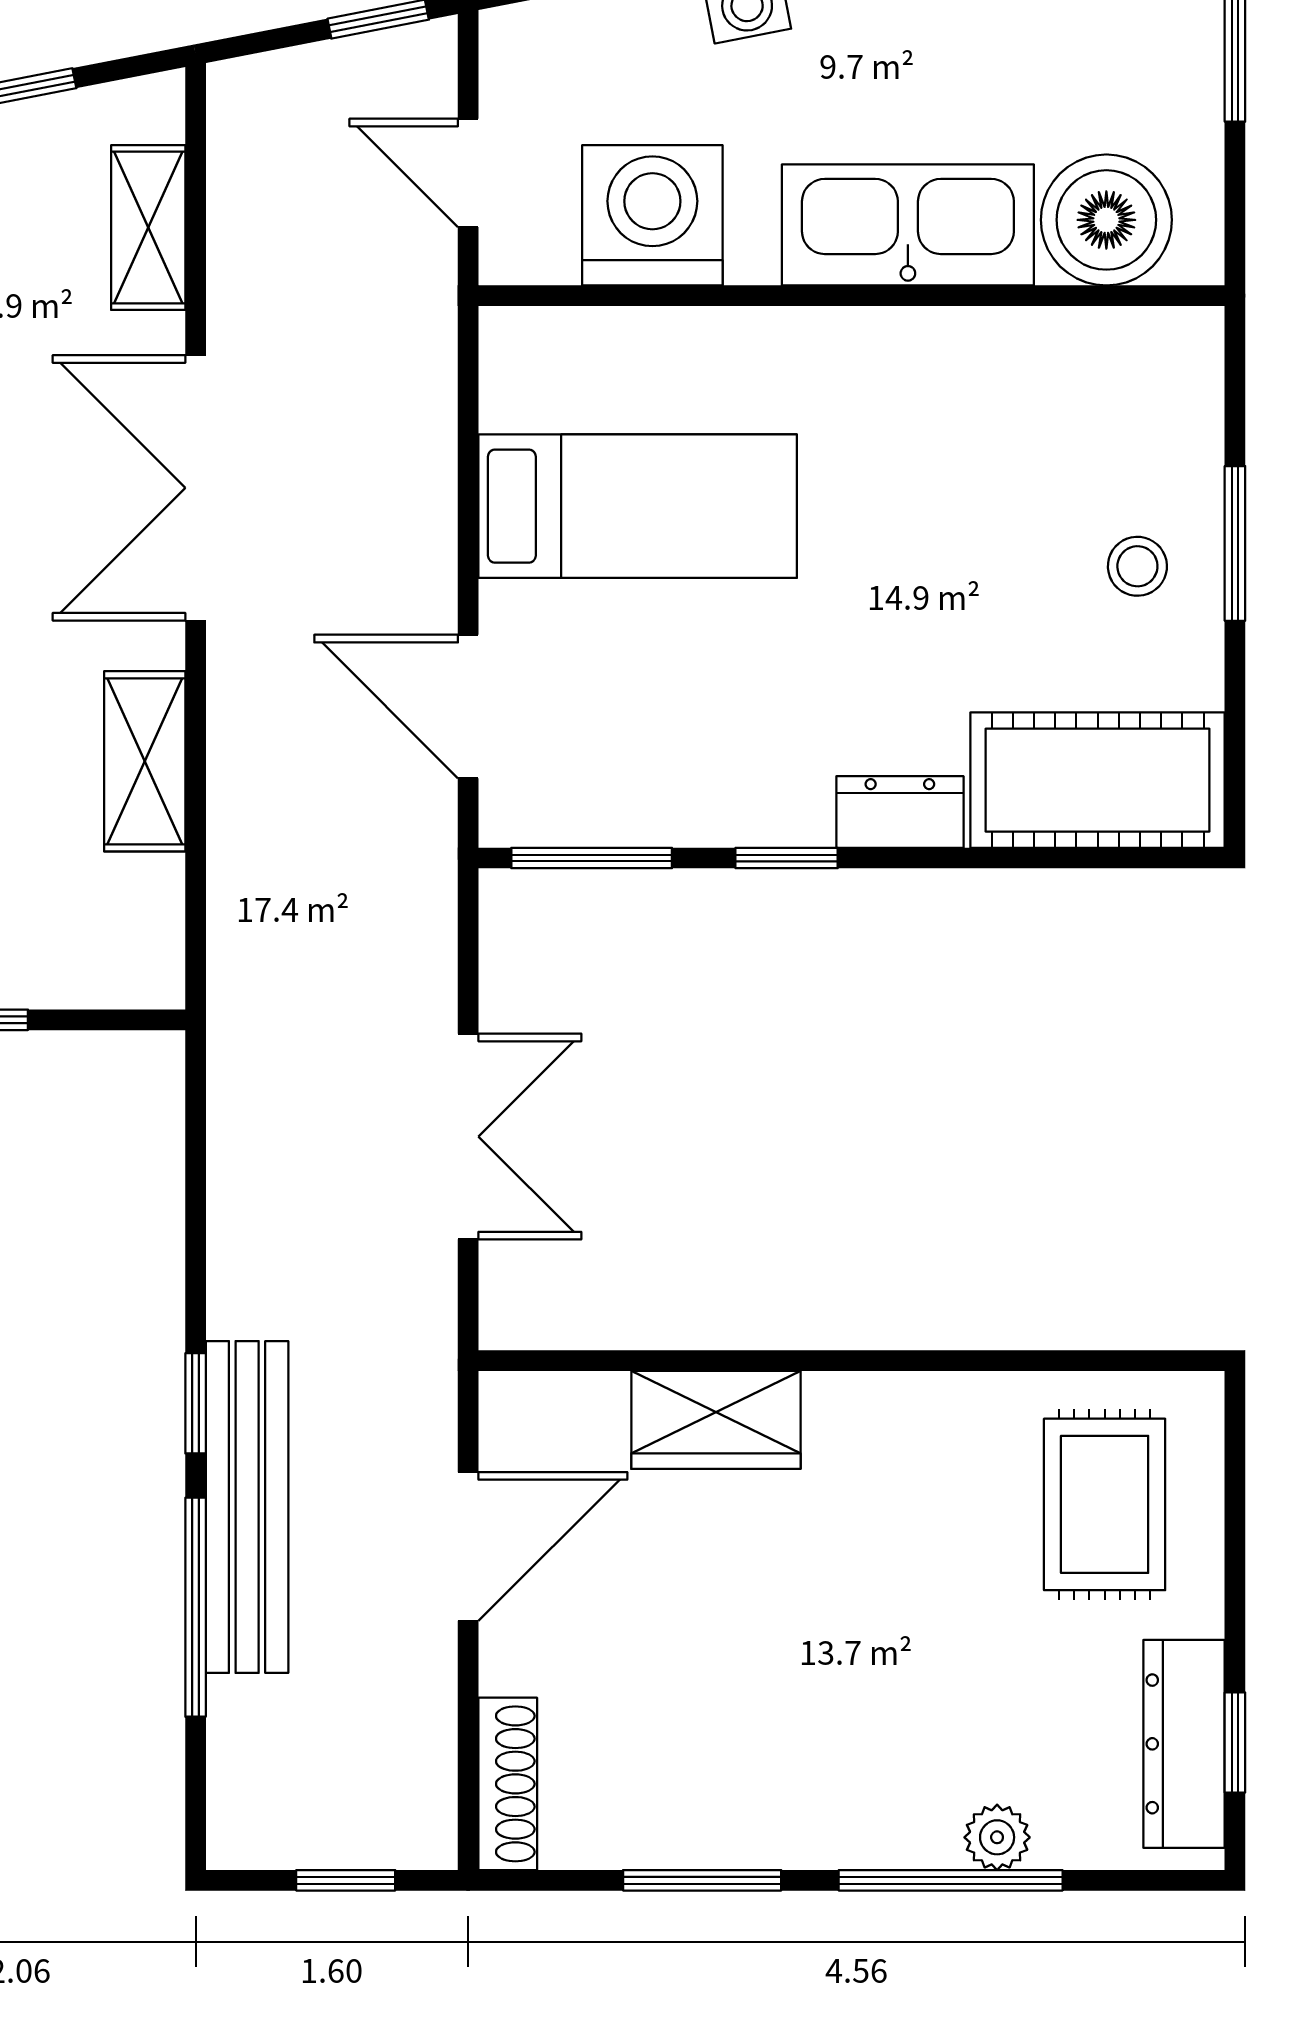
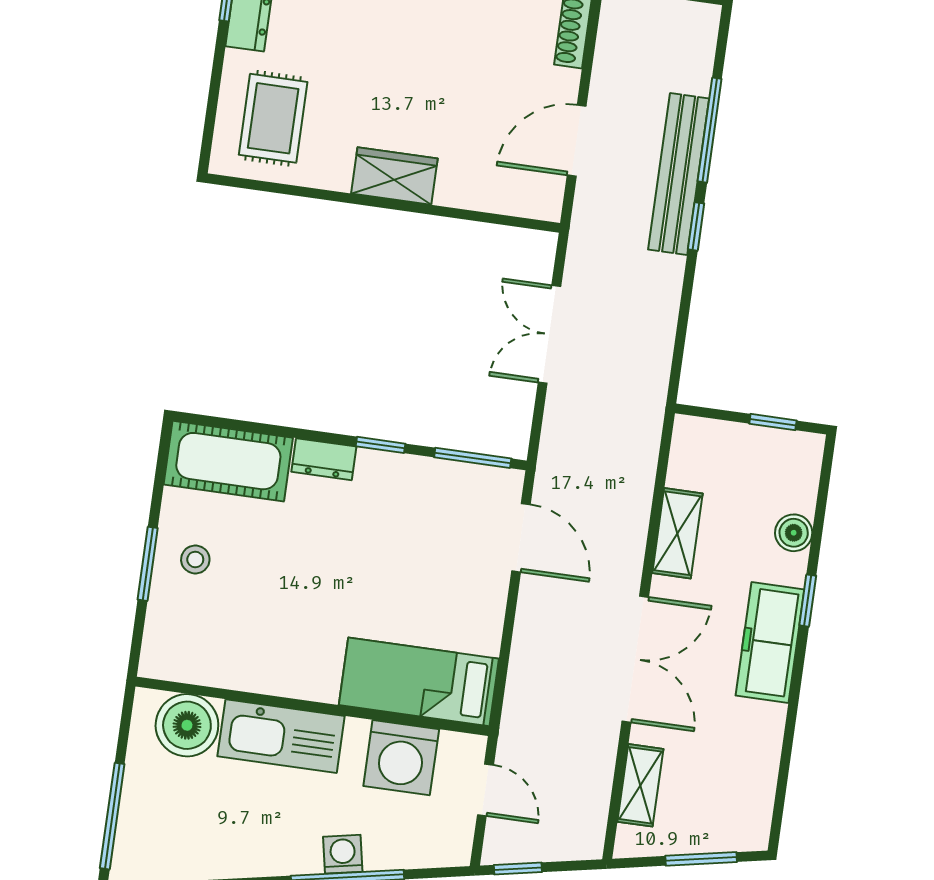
bed: (638, 506) -> (419, 682), moved
wardrobe: (716, 1420) -> (394, 176), moved

